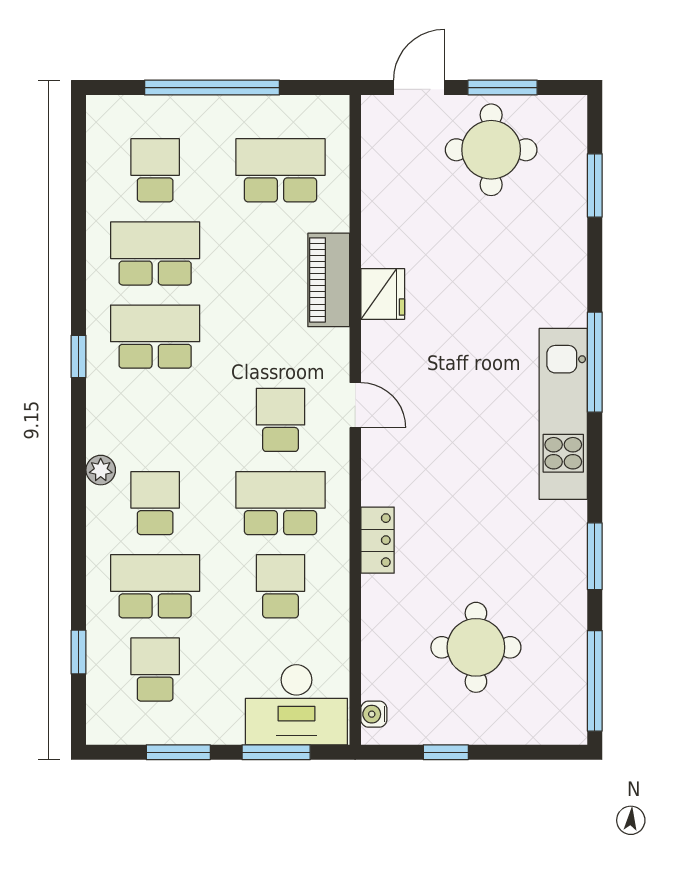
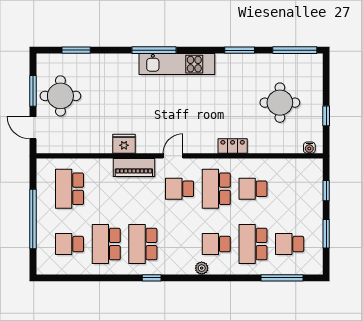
piano: (329, 280) -> (134, 168), moved
window: (79, 652) -> (282, 278), width x2.17
desk: (296, 705) -> (305, 182), removed
window: (276, 752) -> (326, 191), width x0.67

